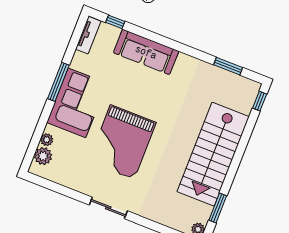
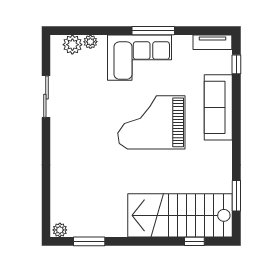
window: (260, 101) -> (194, 241), moved
grand piano: (122, 142) -> (151, 122), moved
stairs: (213, 154) -> (180, 215), moved
sliding door: (108, 208) -> (46, 97), moved

